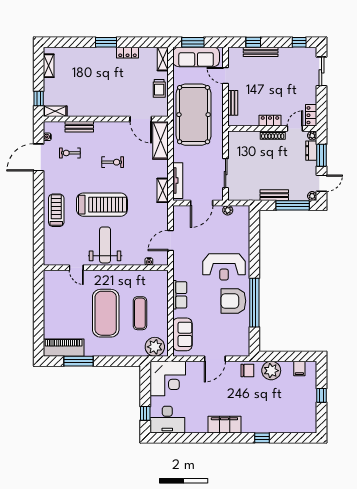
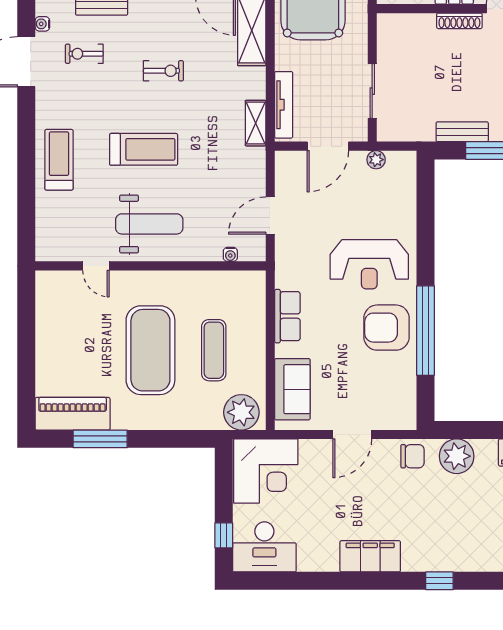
treadmill: (102, 205) -> (144, 149), width x0.73, depth x0.73
weight bench: (105, 245) -> (149, 224), turned 90

